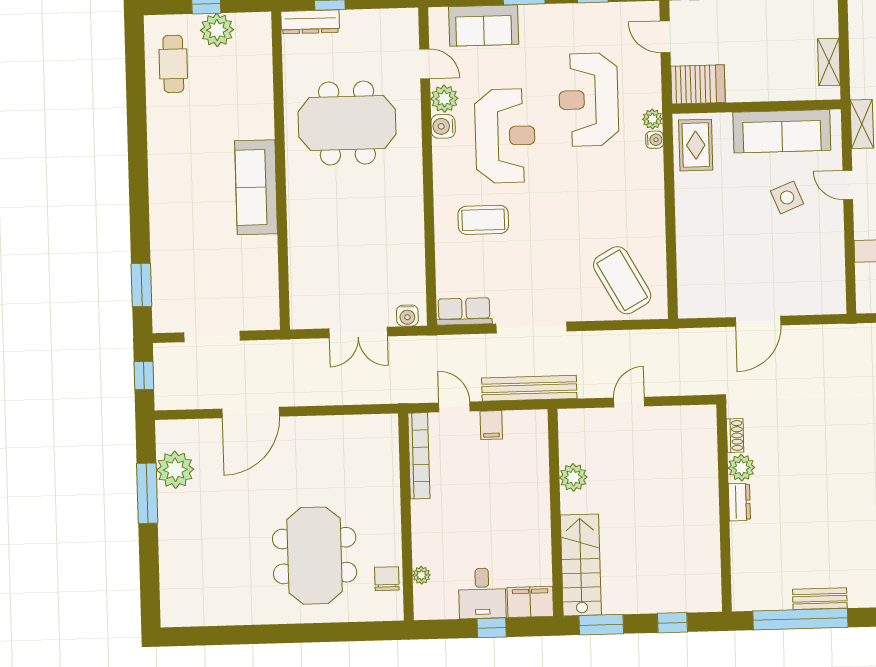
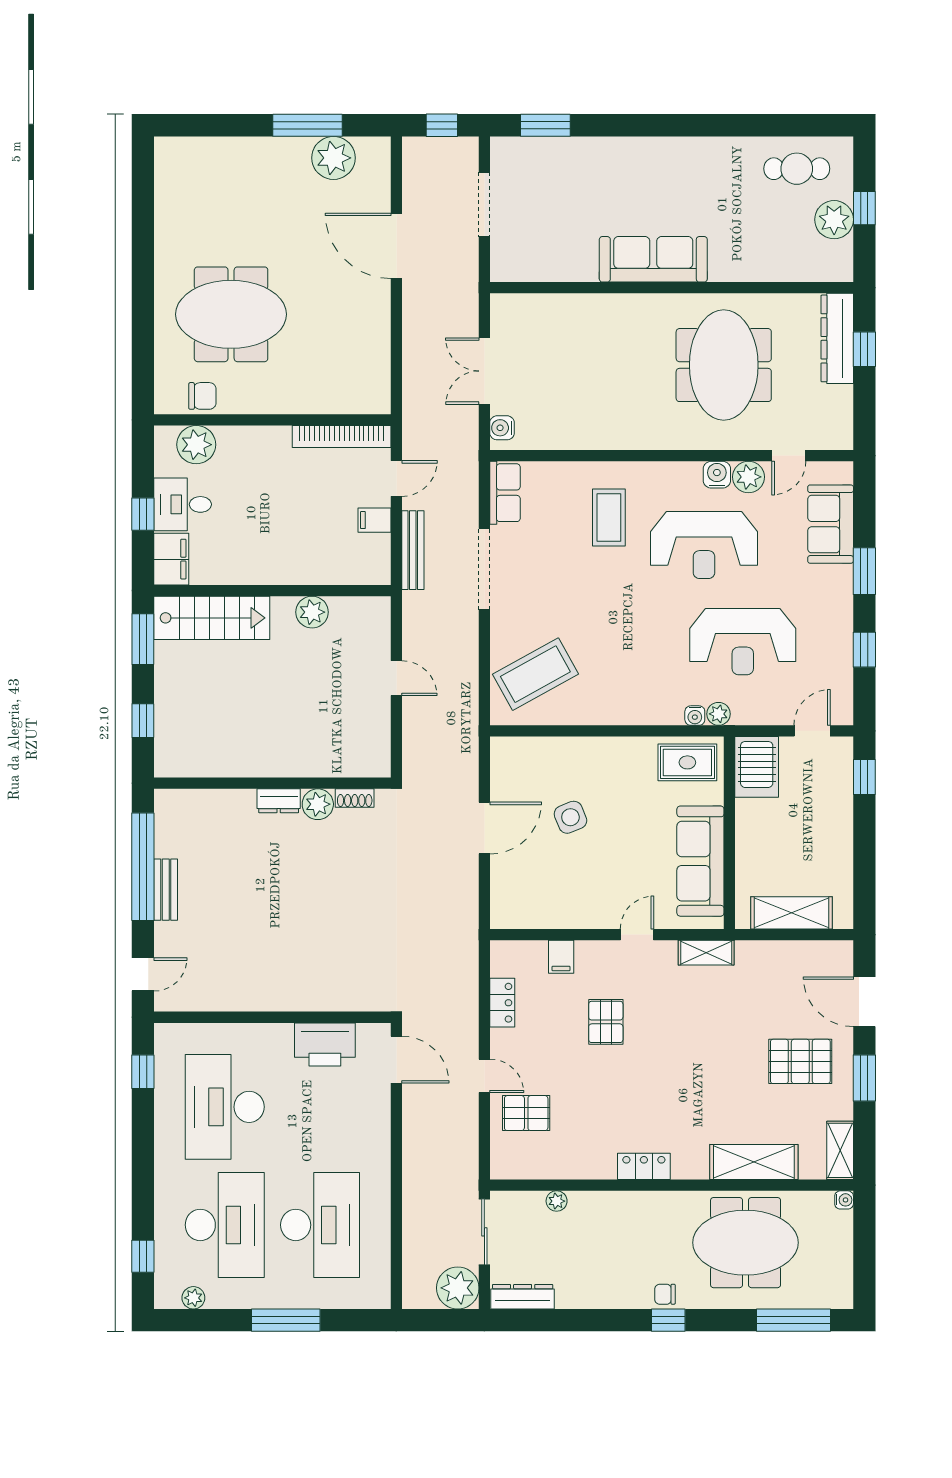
dresser: (310, 22) -> (837, 338), width x1.37, depth x1.24
shelving: (829, 62) -> (792, 913), width x1.50, depth x1.33
reception desk: (589, 100) -> (743, 642), turned 180
side table: (787, 197) -> (570, 817), moved
door: (758, 321) -> (484, 828), swing flipped
bench: (529, 388) -> (413, 550), width x0.73, depth x0.82
plant: (421, 575) -> (196, 445), width x1.87, depth x1.87

